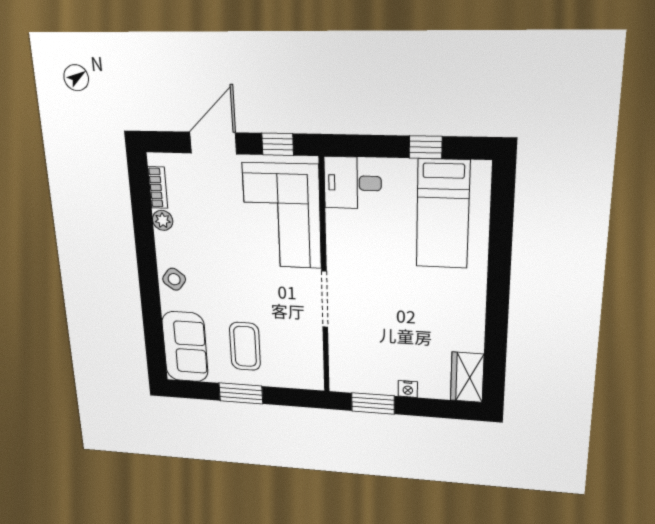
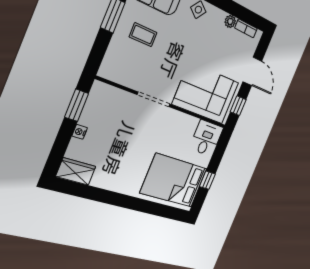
bed: (443, 214) -> (174, 181), width x1.50
coffee table: (245, 346) -> (143, 35), width x0.73, depth x0.77

